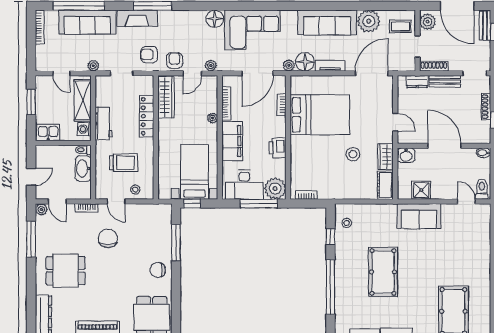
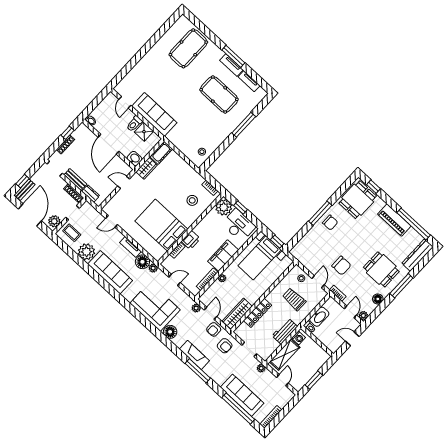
fireplace: (137, 18) -> (194, 355), moved
door: (192, 73) -> (210, 313), hinge flipped
door: (257, 73) -> (174, 280), width x0.53
door: (372, 73) -> (112, 221), width x0.53
door: (395, 122) -> (124, 182), hinge flipped
kitchen sink: (48, 133) -> (320, 354), removed
printer: (278, 148) -> (191, 240), moved
stool: (353, 154) -> (192, 200), moved
toilet: (482, 189) -> (134, 124), moved
window: (259, 204) -> (240, 207), width x0.46
sofa: (419, 216) -> (154, 114), width x1.36
window: (331, 237) -> (218, 152), removed
chair: (108, 238) -> (341, 266), turned -90
window: (31, 239) -> (401, 286), moved
floor lamp: (42, 239) -> (378, 299), added
window: (176, 243) -> (320, 213), moved
pool table: (383, 272) -> (219, 95), moved, turned 90
window: (331, 287) -> (244, 125), width x0.68

